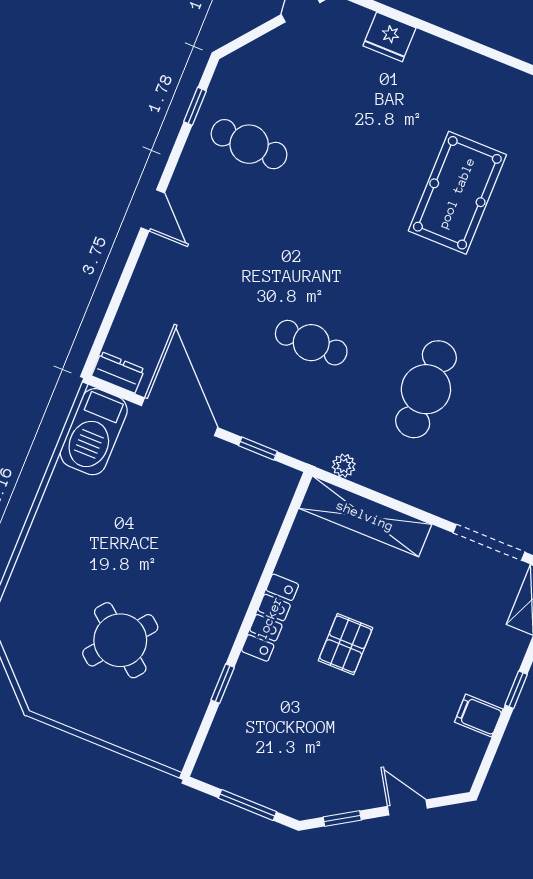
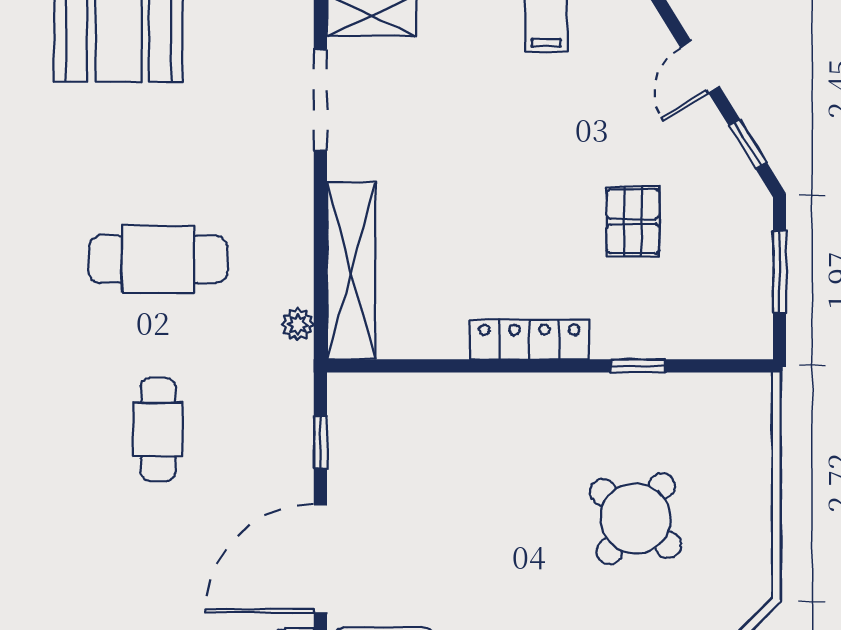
pallet: (346, 644) -> (633, 221), moved, turned 90

